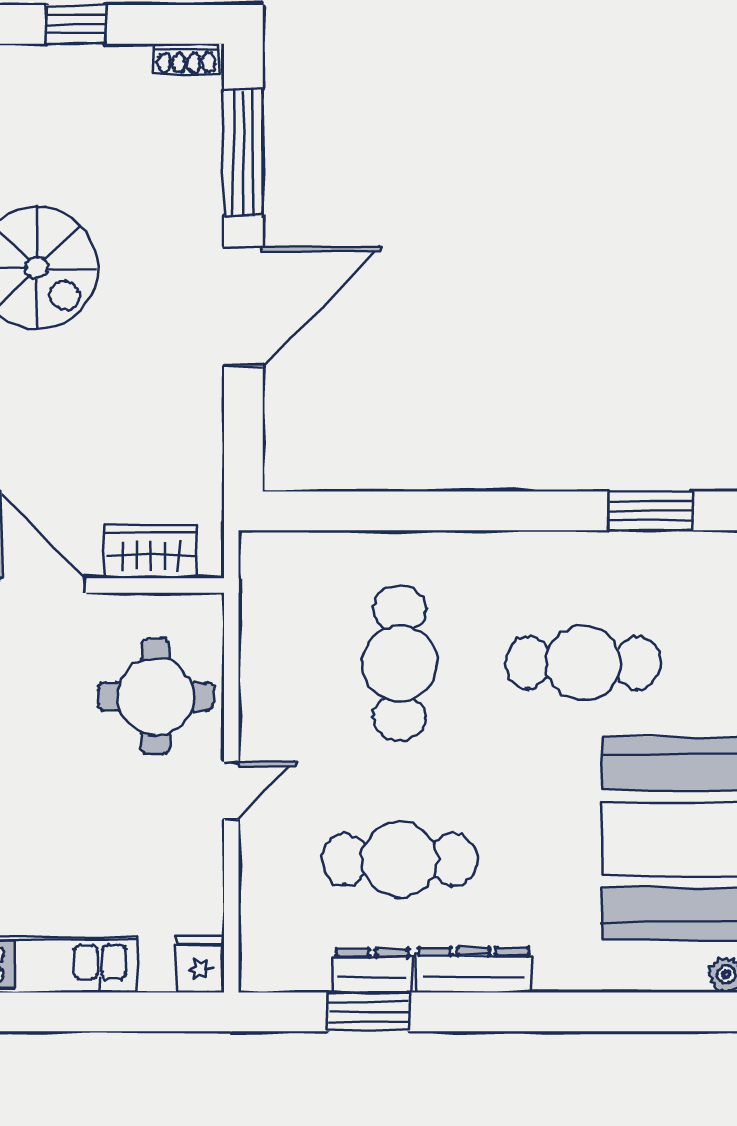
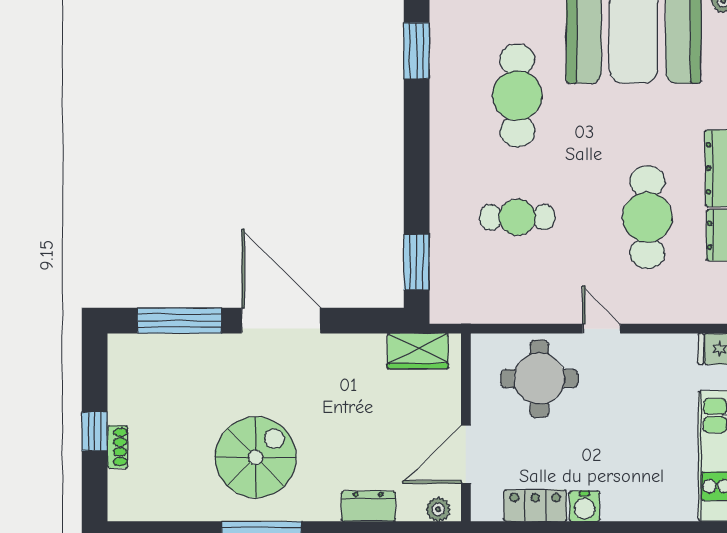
shoe rack: (186, 59) -> (118, 447), moved
window: (332, 511) -> (417, 262), added
wardrobe: (151, 552) -> (418, 351), moved, turned -90
cafe table: (400, 663) -> (517, 217), width x0.73, depth x0.74

